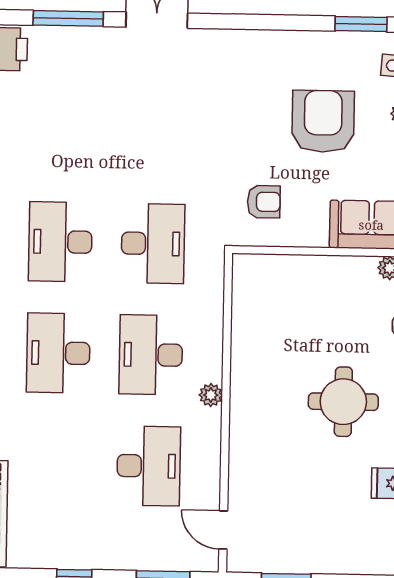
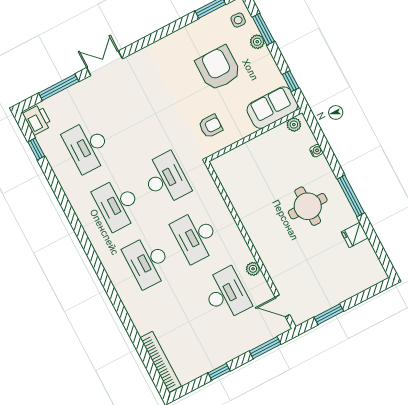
desk: (63, 131) -> (87, 146), added
plant: (211, 395) -> (253, 269), moved

